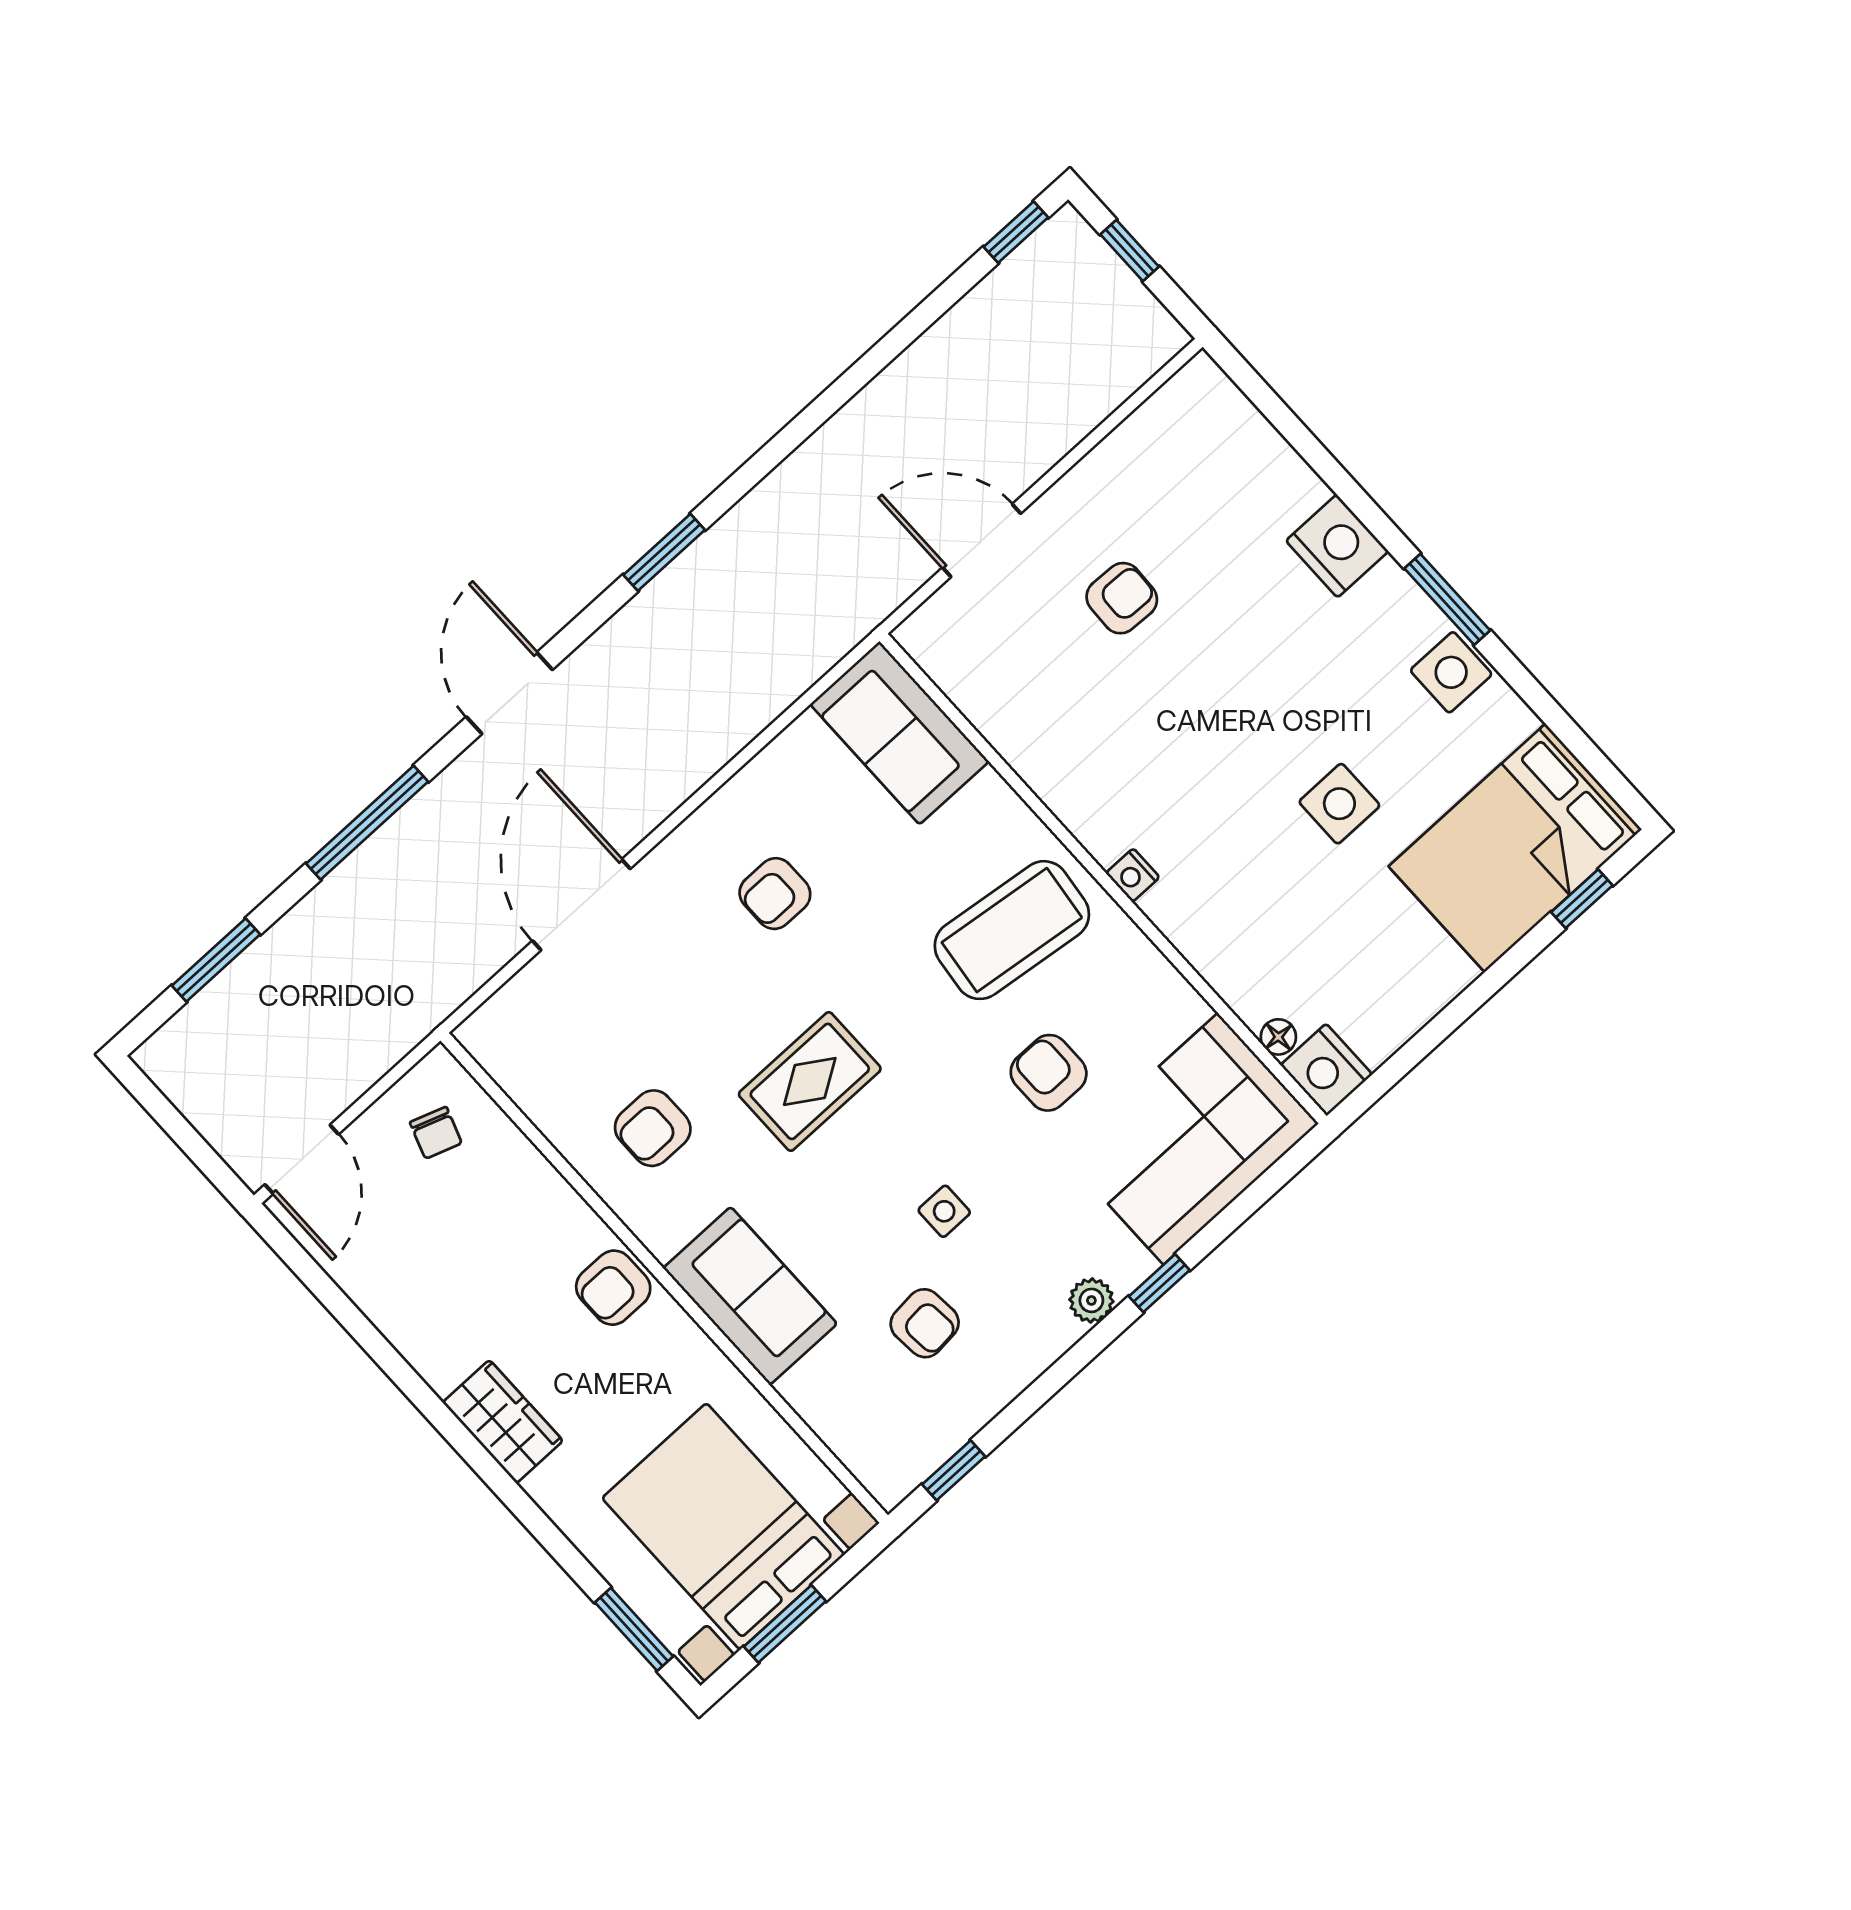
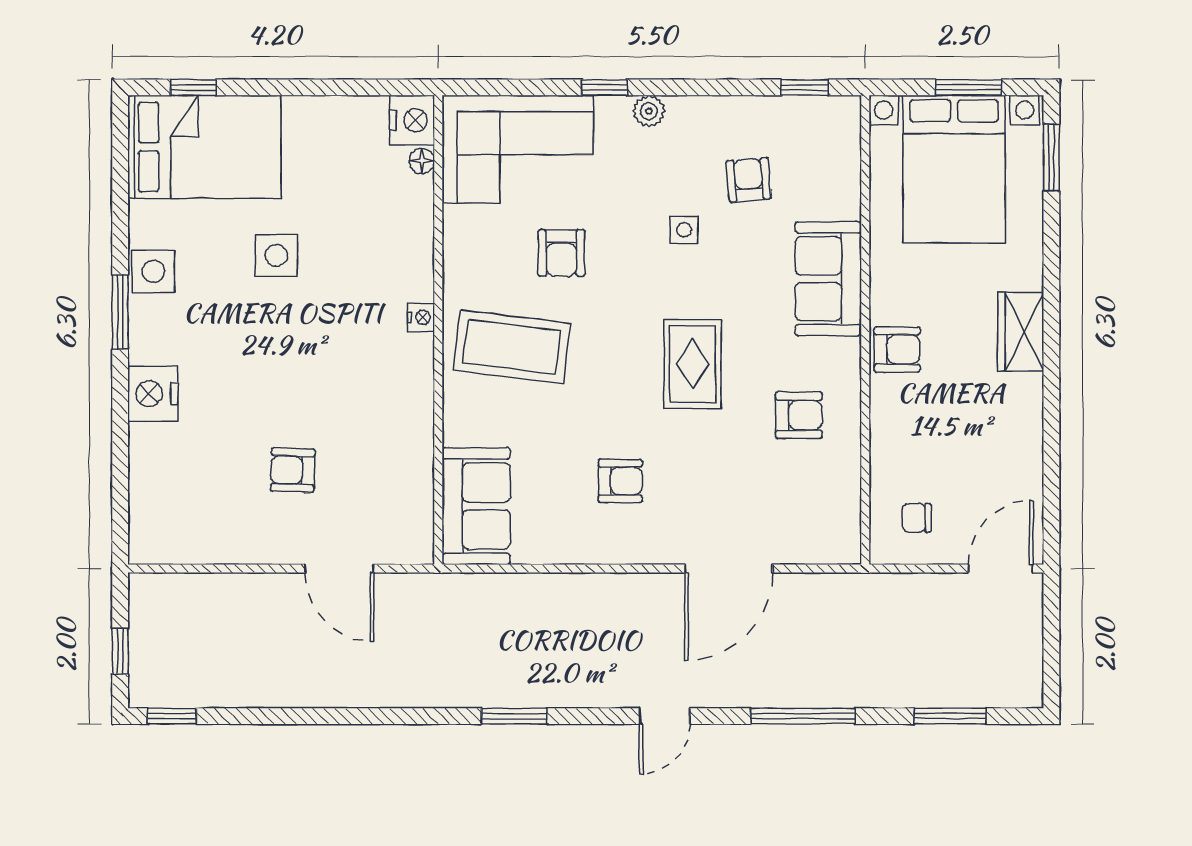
door: (509, 693) -> (665, 716), width x0.73
rug: (810, 1081) -> (693, 364), turned 90
chair: (436, 1133) -> (916, 518), turned -109

